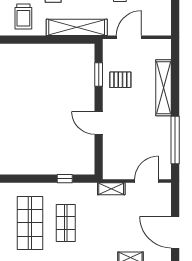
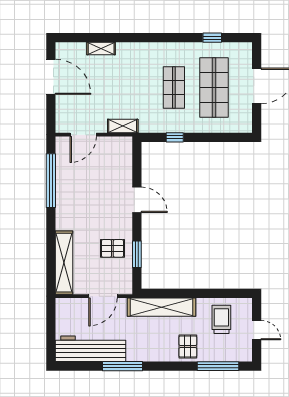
shelving: (164, 88) -> (64, 263), moved

